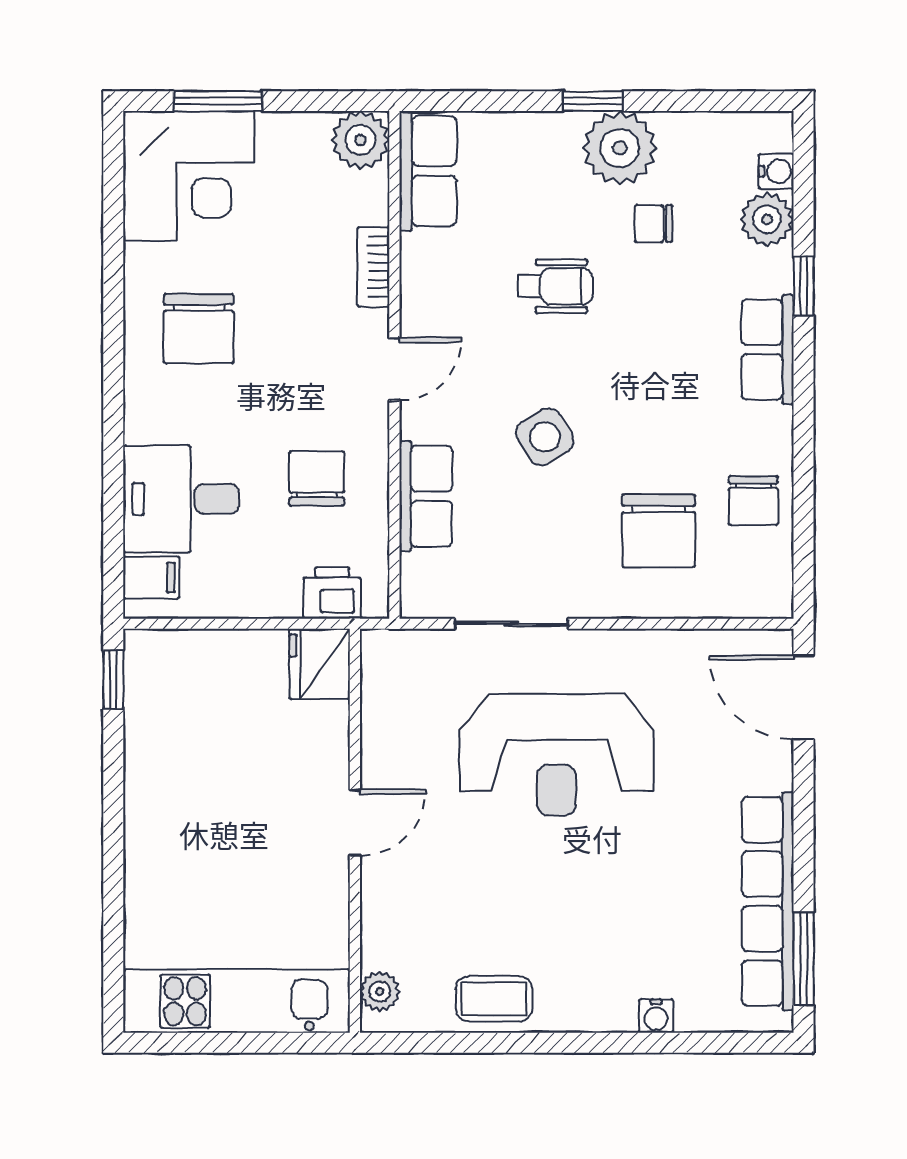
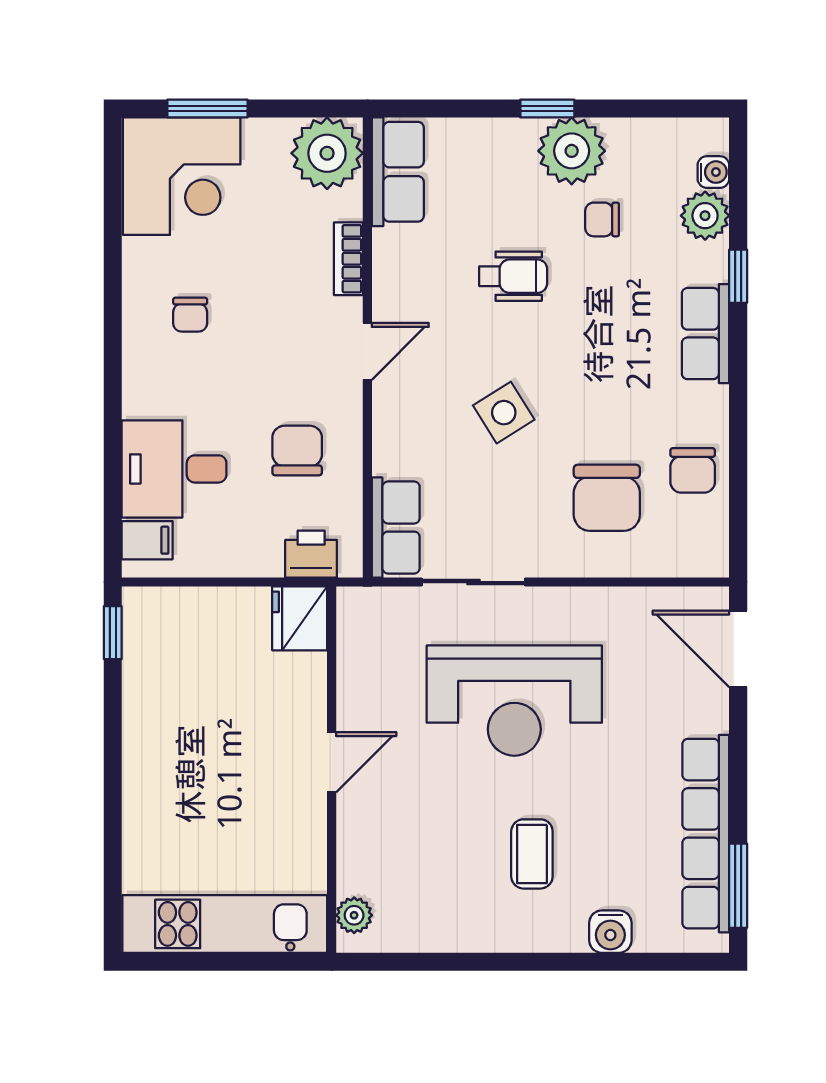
plant: (360, 140) -> (327, 153), width x1.36, depth x1.36
chair: (199, 329) -> (190, 315), width x0.54, depth x0.54
row of seats: (426, 496) -> (396, 528), moved
coffee table: (494, 999) -> (532, 854), moved, turned 90
water cooler: (656, 1016) -> (610, 932), width x1.38, depth x1.38

